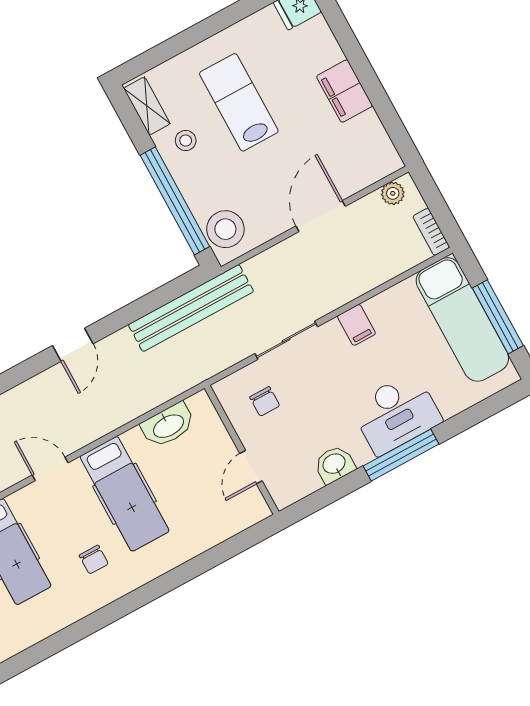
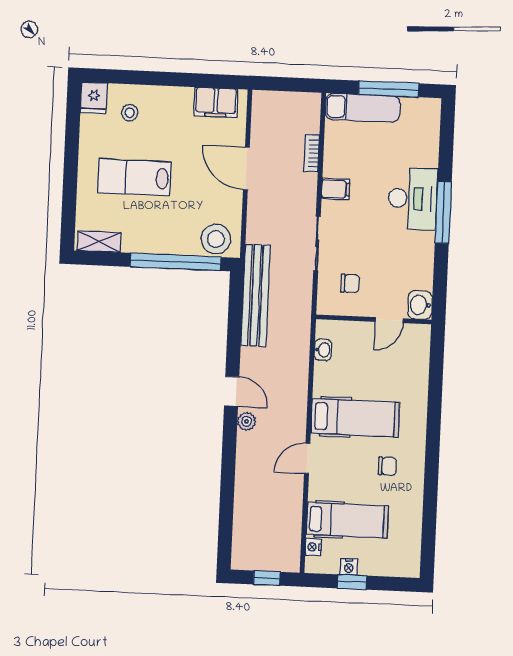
filing cabinet: (344, 91) -> (216, 102), moved
stool: (186, 141) -> (130, 113), moved
plant: (393, 193) -> (247, 421), moved
bookcase: (431, 232) -> (311, 153), moved, turned 90
exam couch: (462, 319) -> (363, 108), width x0.73, depth x0.69
washbasin: (168, 425) -> (323, 350), width x0.52, depth x0.69
washbasin: (334, 464) -> (420, 305), moved
door: (251, 467) -> (389, 320), hinge flipped

